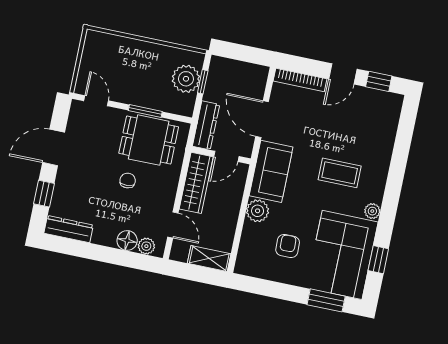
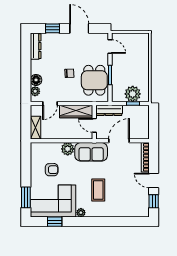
door: (96, 101) -> (110, 47), hinge flipped

